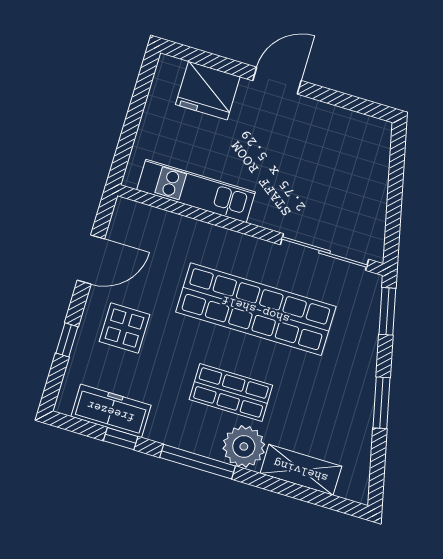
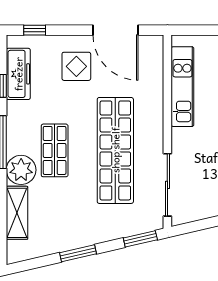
door: (91, 260) -> (115, 30), width x1.36
window: (67, 340) -> (35, 30), moved

